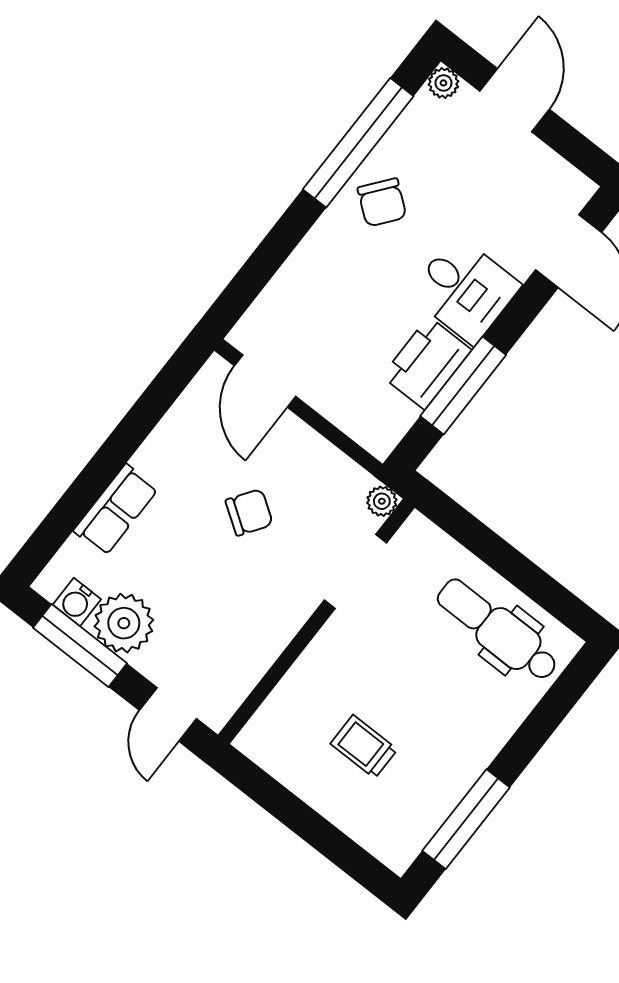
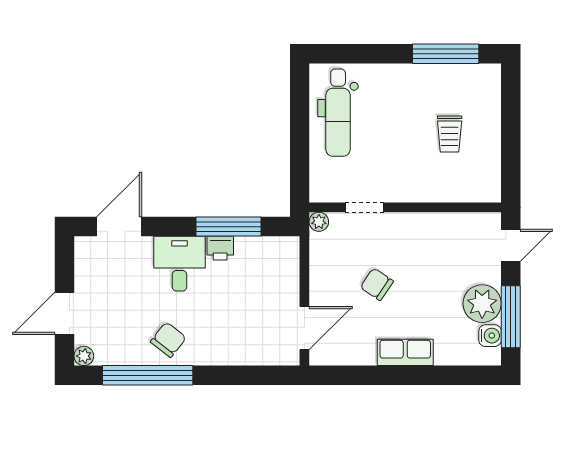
printer: (427, 363) -> (220, 248), width x0.53, depth x0.68
row of seats: (116, 510) -> (405, 352), moved
doorway: (355, 571) -> (365, 207), width x0.73

